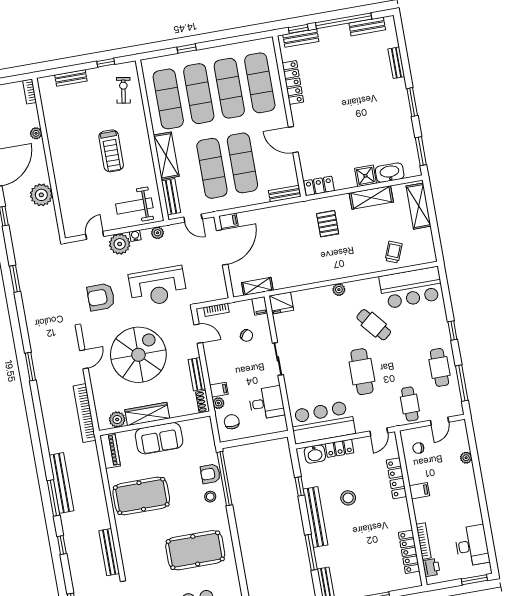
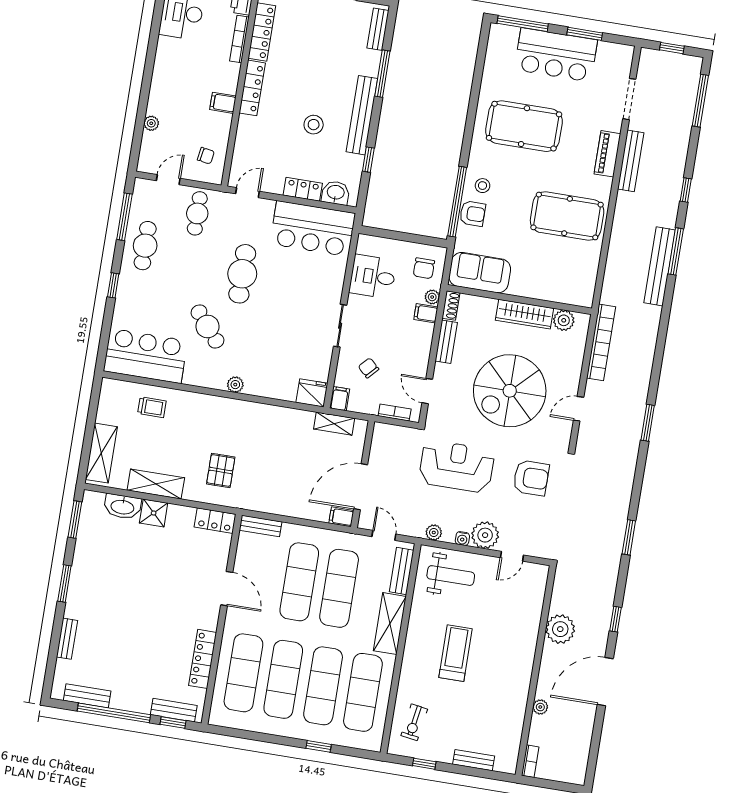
trolley: (394, 252) -> (152, 407), turned -112
sofa: (159, 438) -> (480, 273), moved
piano: (110, 451) -> (607, 154), moved
locker: (396, 478) -> (252, 88), moved

